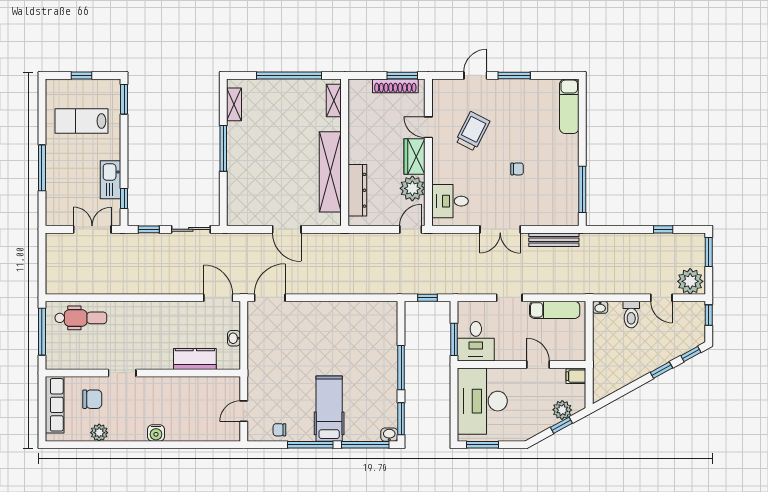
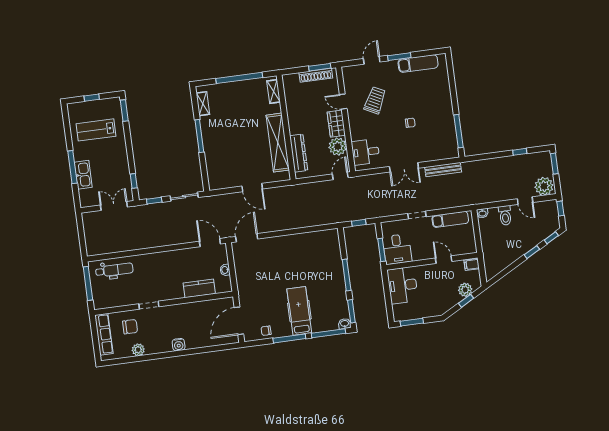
exam couch: (569, 106) -> (418, 63), moved, turned -90
kitchen sink: (111, 180) -> (83, 175), moved, turned 180
desk: (482, 401) -> (403, 285), width x0.73, depth x0.77
door: (244, 411) -> (239, 321), width x1.88

